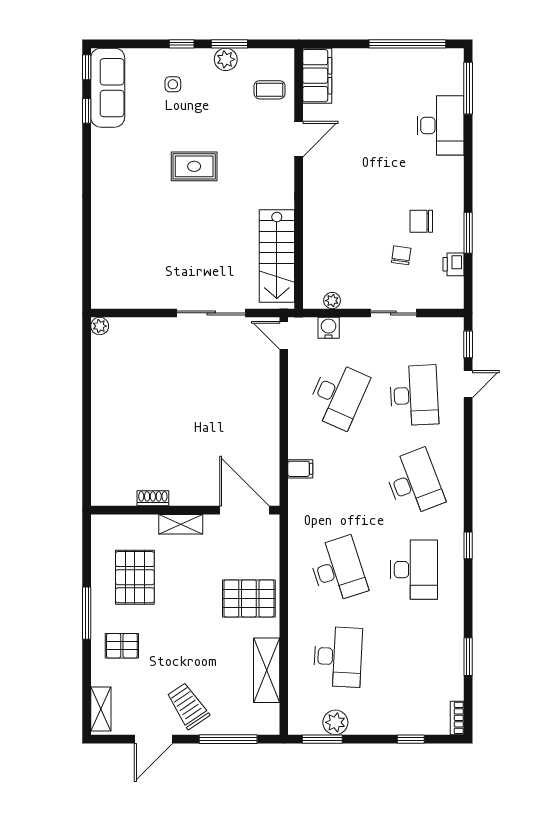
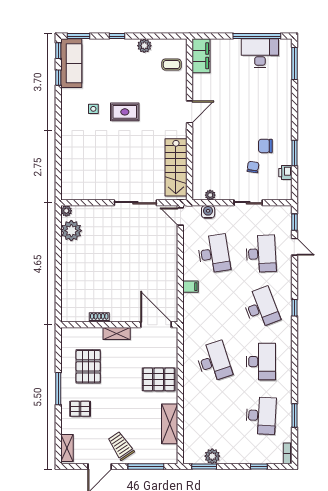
window: (229, 44) -> (79, 36), moved
side table: (173, 84) -> (93, 109), moved
desk: (440, 125) -> (260, 53), moved, turned -90
door: (299, 139) -> (189, 112), moved
plant: (108, 358) -> (71, 231), added
door: (468, 384) -> (294, 247), hinge flipped
desk: (338, 395) -> (214, 254), turned -33
filing cabinet: (300, 469) -> (191, 287), moved
window: (468, 545) -> (294, 308), moved
desk: (338, 657) -> (261, 416), moved

